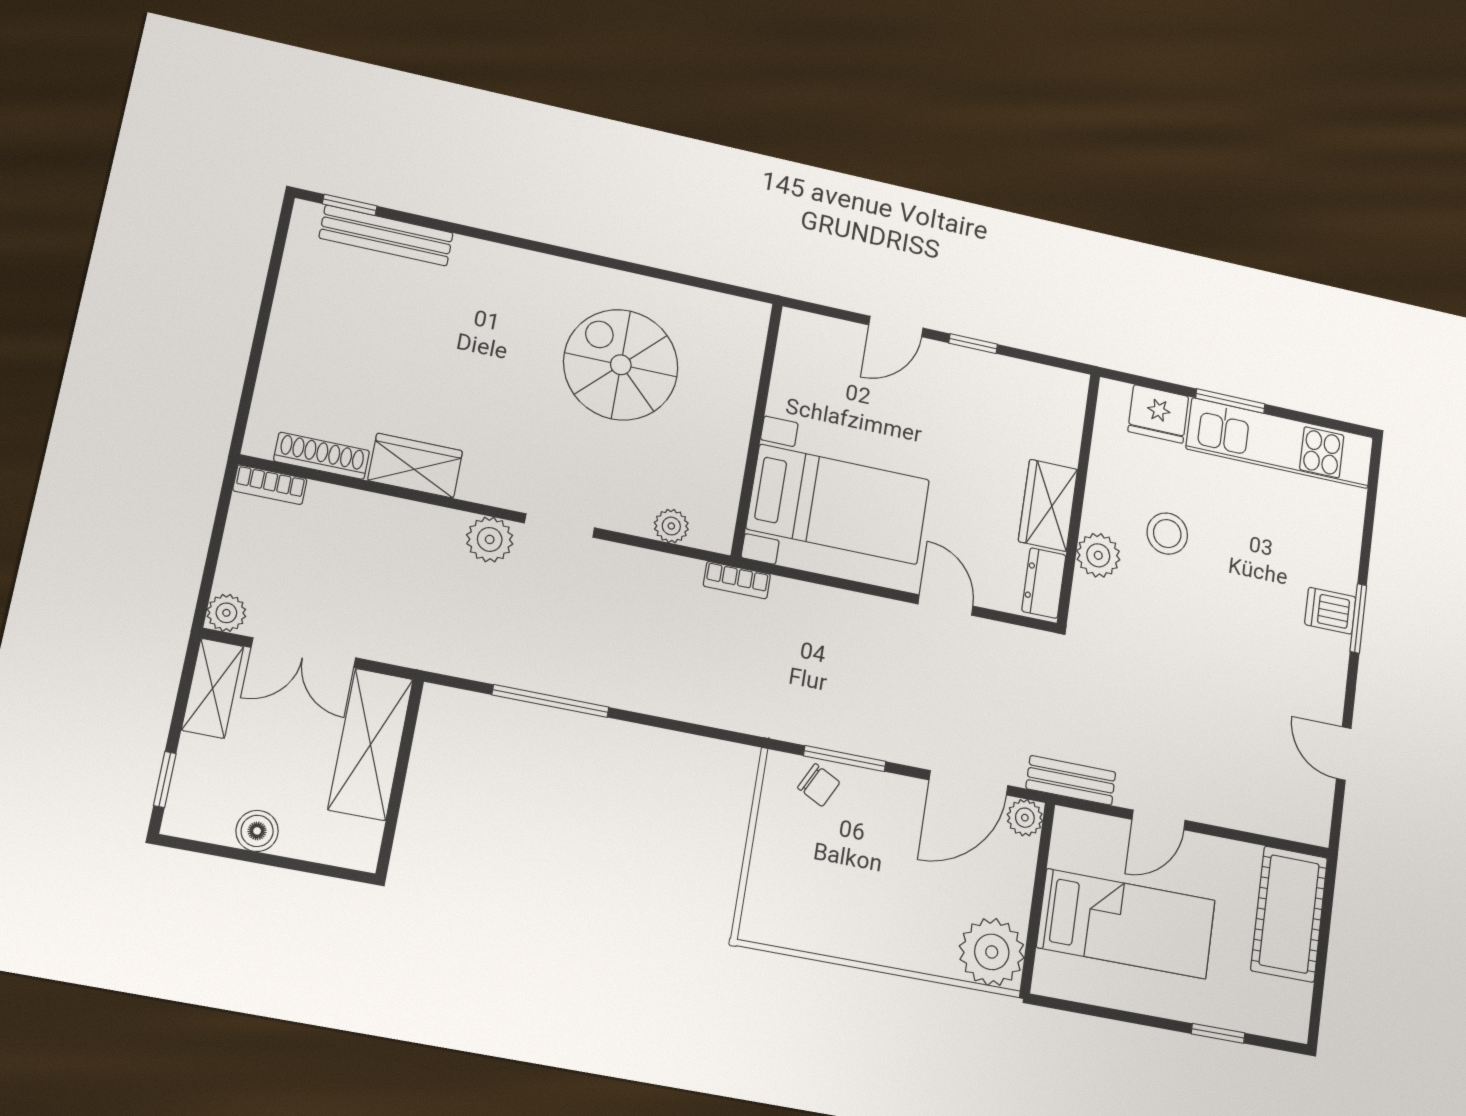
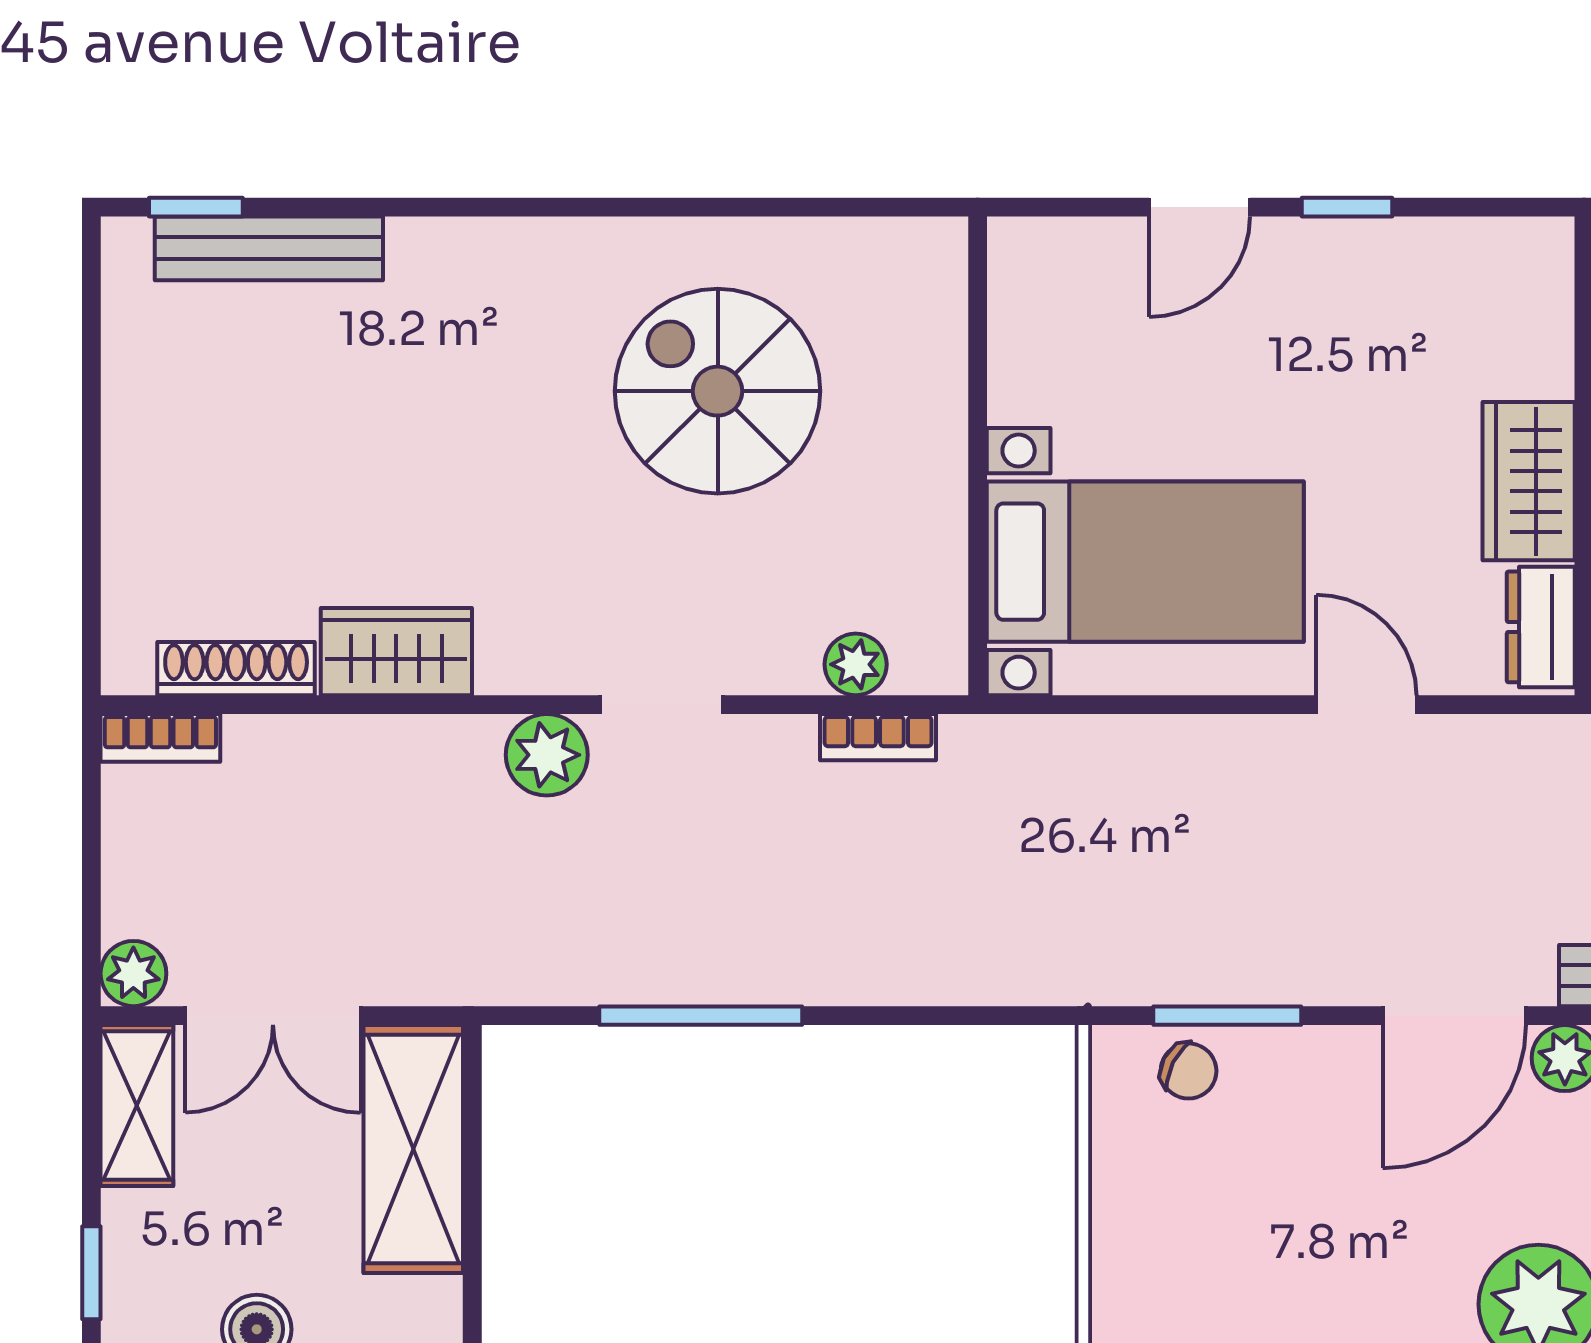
bookcase: (737, 580) -> (878, 737), moved

